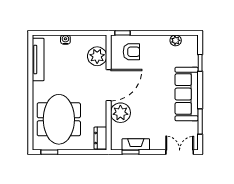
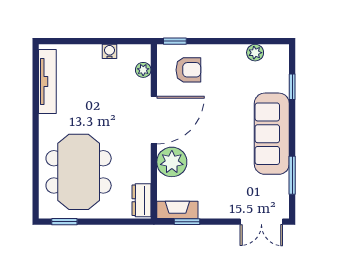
water cooler: (65, 40) -> (110, 51), moved
plant: (97, 56) -> (143, 70), width x0.53, depth x0.53
fireplace: (136, 144) -> (177, 210), moved
double door: (180, 152) -> (261, 222), swing flipped

